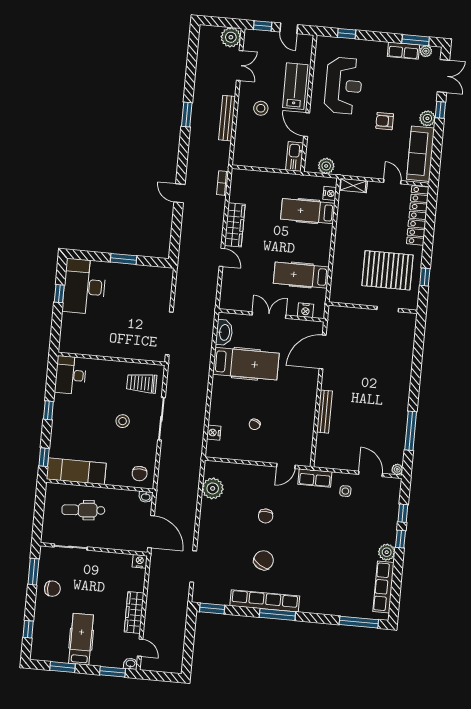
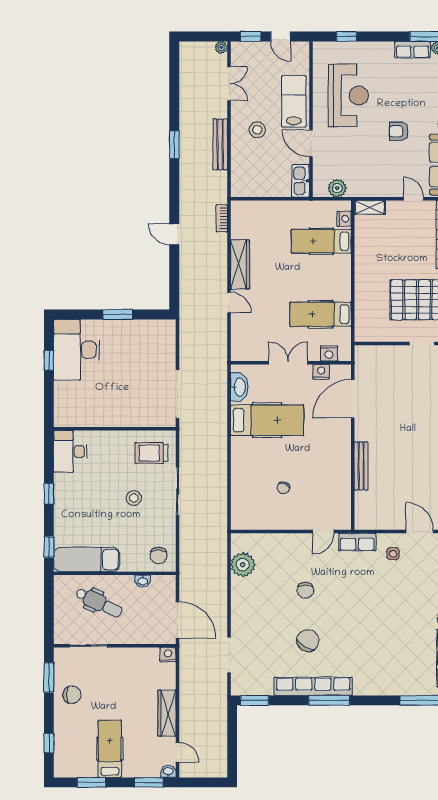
plant: (231, 37) -> (221, 47), width x0.53, depth x0.53
nightstand: (214, 433) -> (321, 372), moved, turned 90
washbasin: (146, 497) -> (143, 581), moved
dental chair: (83, 510) -> (99, 603), turned -150

